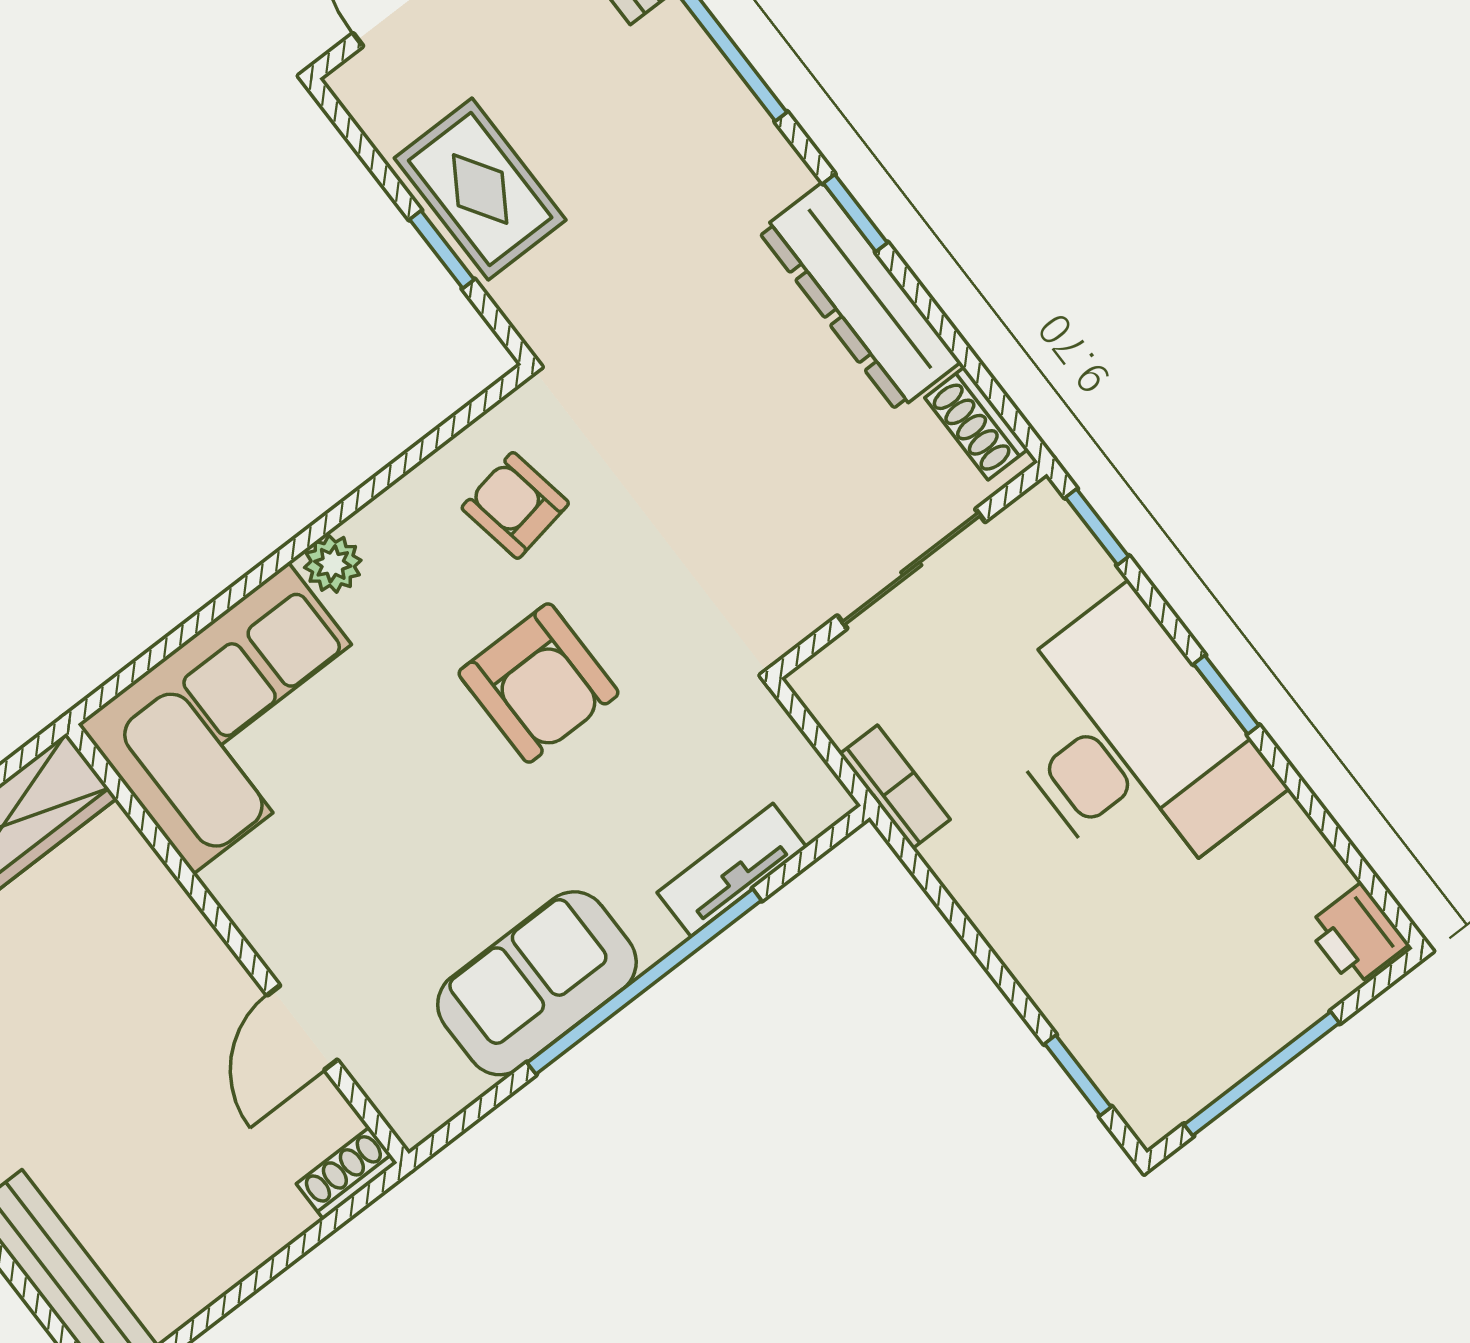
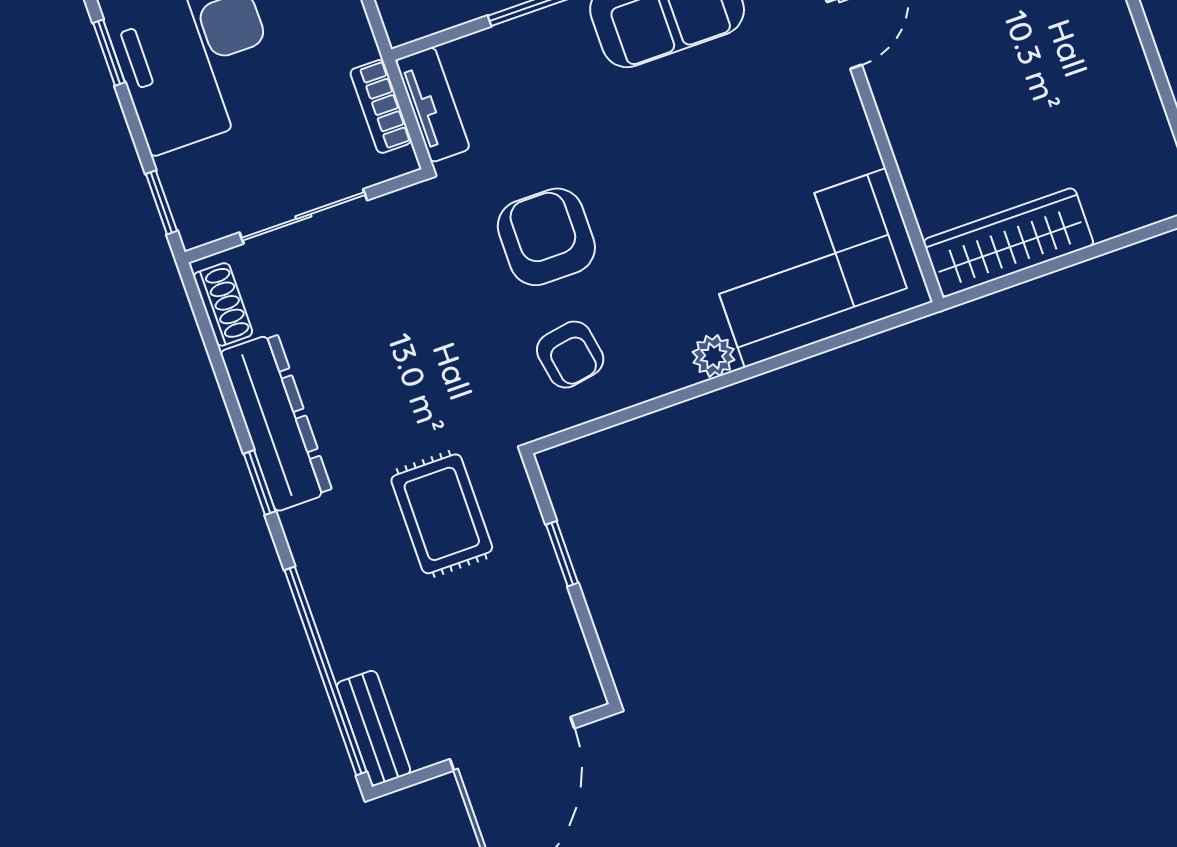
rug: (480, 189) -> (442, 514), moved
armchair: (538, 683) -> (546, 237), moved
bookcase: (895, 787) -> (381, 106), moved
tv unit: (732, 870) -> (433, 105), moved, turned -90

